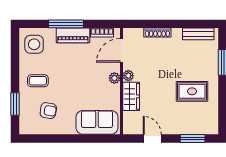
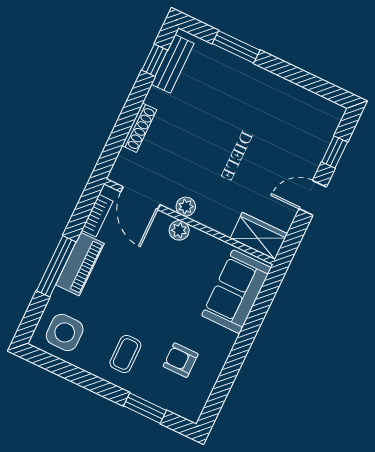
window: (196, 24) -> (155, 60), added
rug: (192, 91) -> (259, 117), removed
wardrobe: (131, 96) -> (259, 236), moved
armchair: (48, 111) -> (181, 360), turned -99
door: (152, 139) -> (313, 198), moved
window: (193, 139) -> (335, 152), width x0.67

